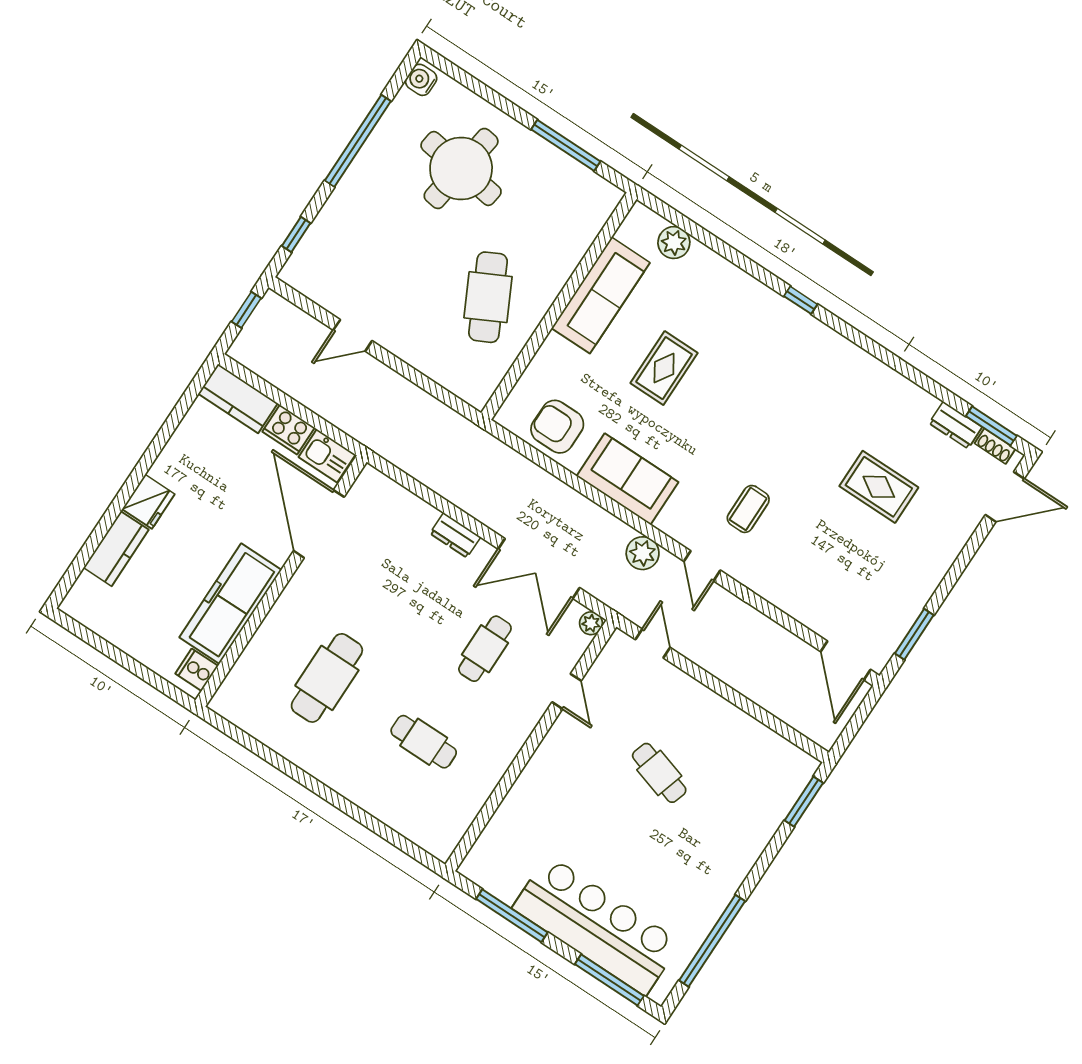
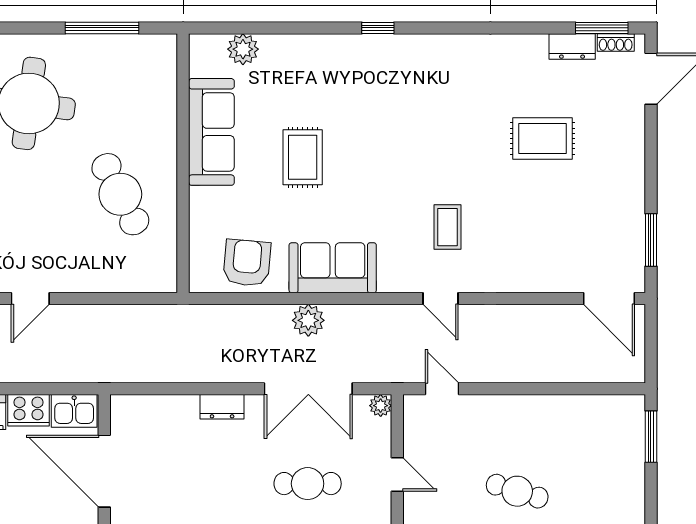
armchair: (557, 427) -> (247, 263), turned 95
plant: (643, 553) -> (308, 320), moved
cafe table: (485, 649) -> (308, 484), turned 90

